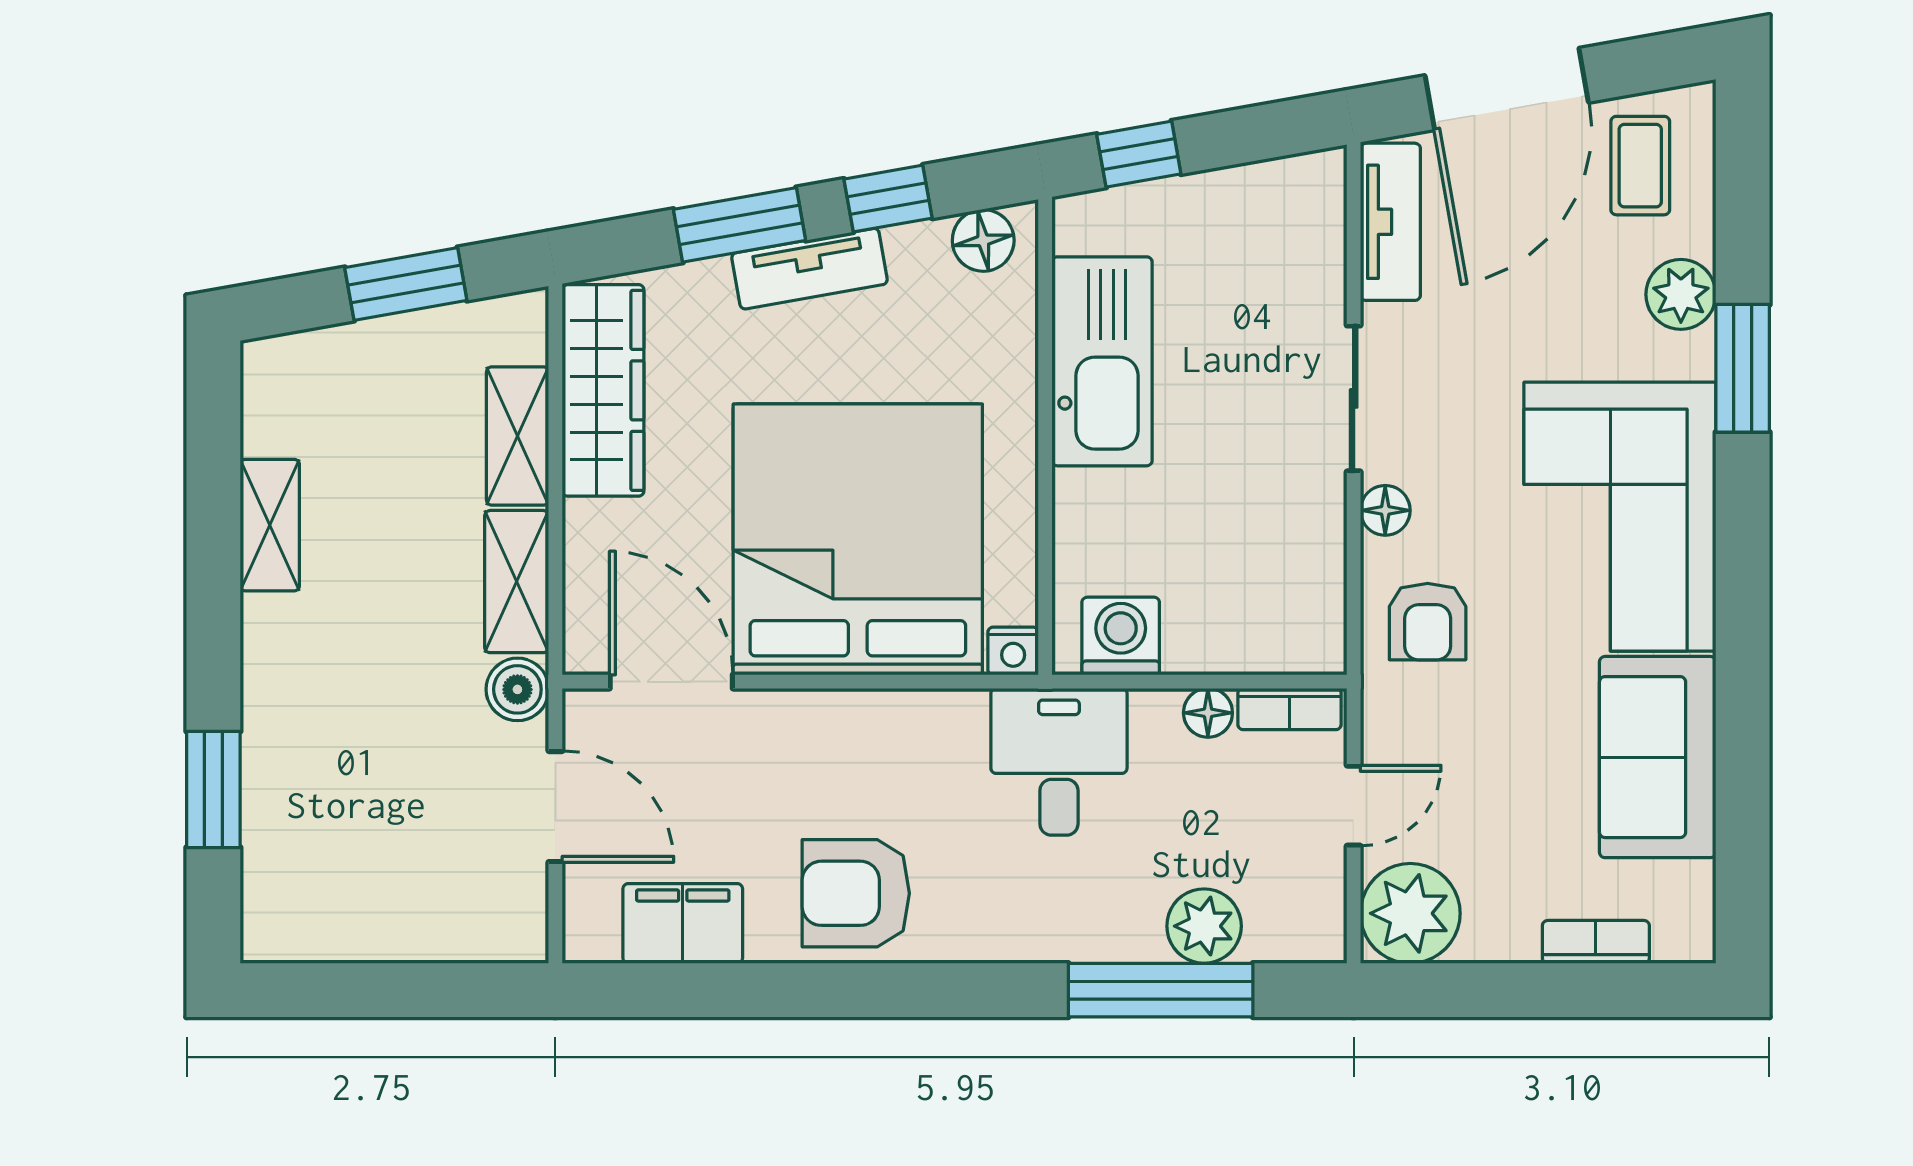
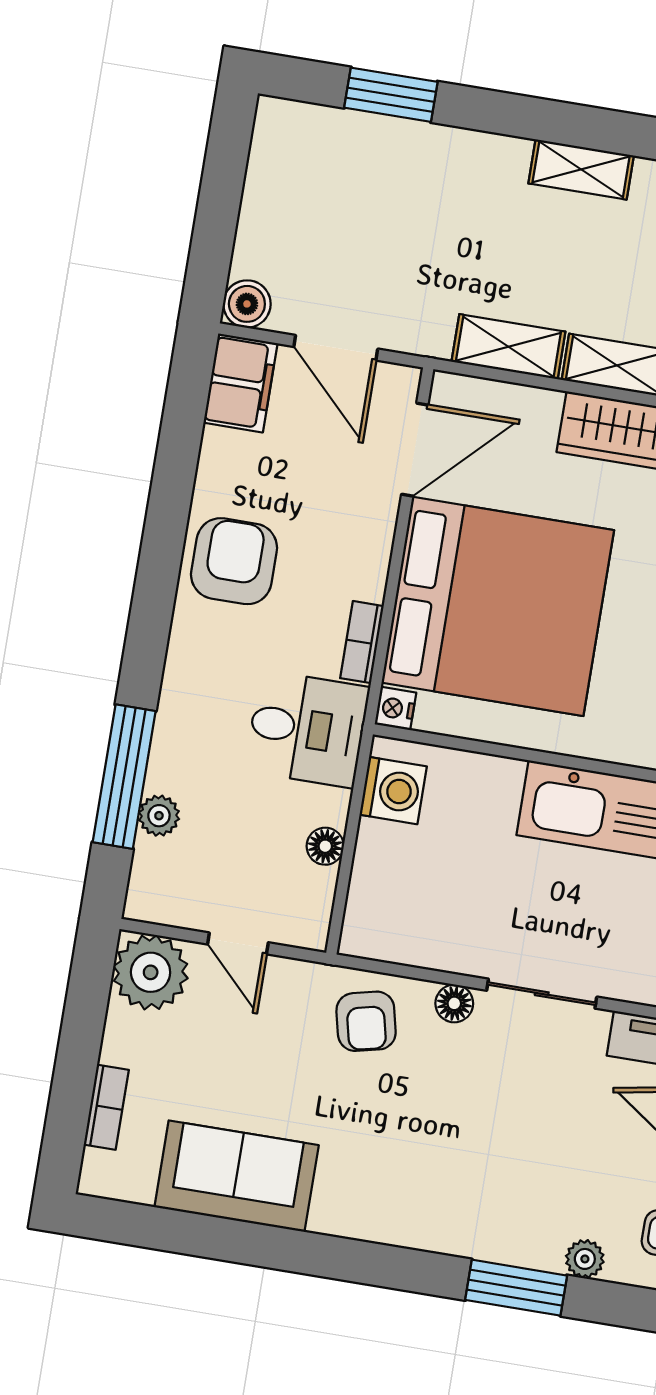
plant: (1681, 294) -> (585, 1259), width x0.73, depth x0.73
corner sofa: (1620, 517) -> (421, 1178), removed
armchair: (1428, 622) -> (366, 1021), turned -103
boiler: (517, 689) -> (247, 304), moved
bookcase: (1290, 709) -> (362, 642), moved
door: (555, 807) -> (336, 348), hinge flipped
filing cabinet: (683, 923) -> (240, 383), moved
plant: (1204, 926) -> (159, 816), width x0.73, depth x0.73

